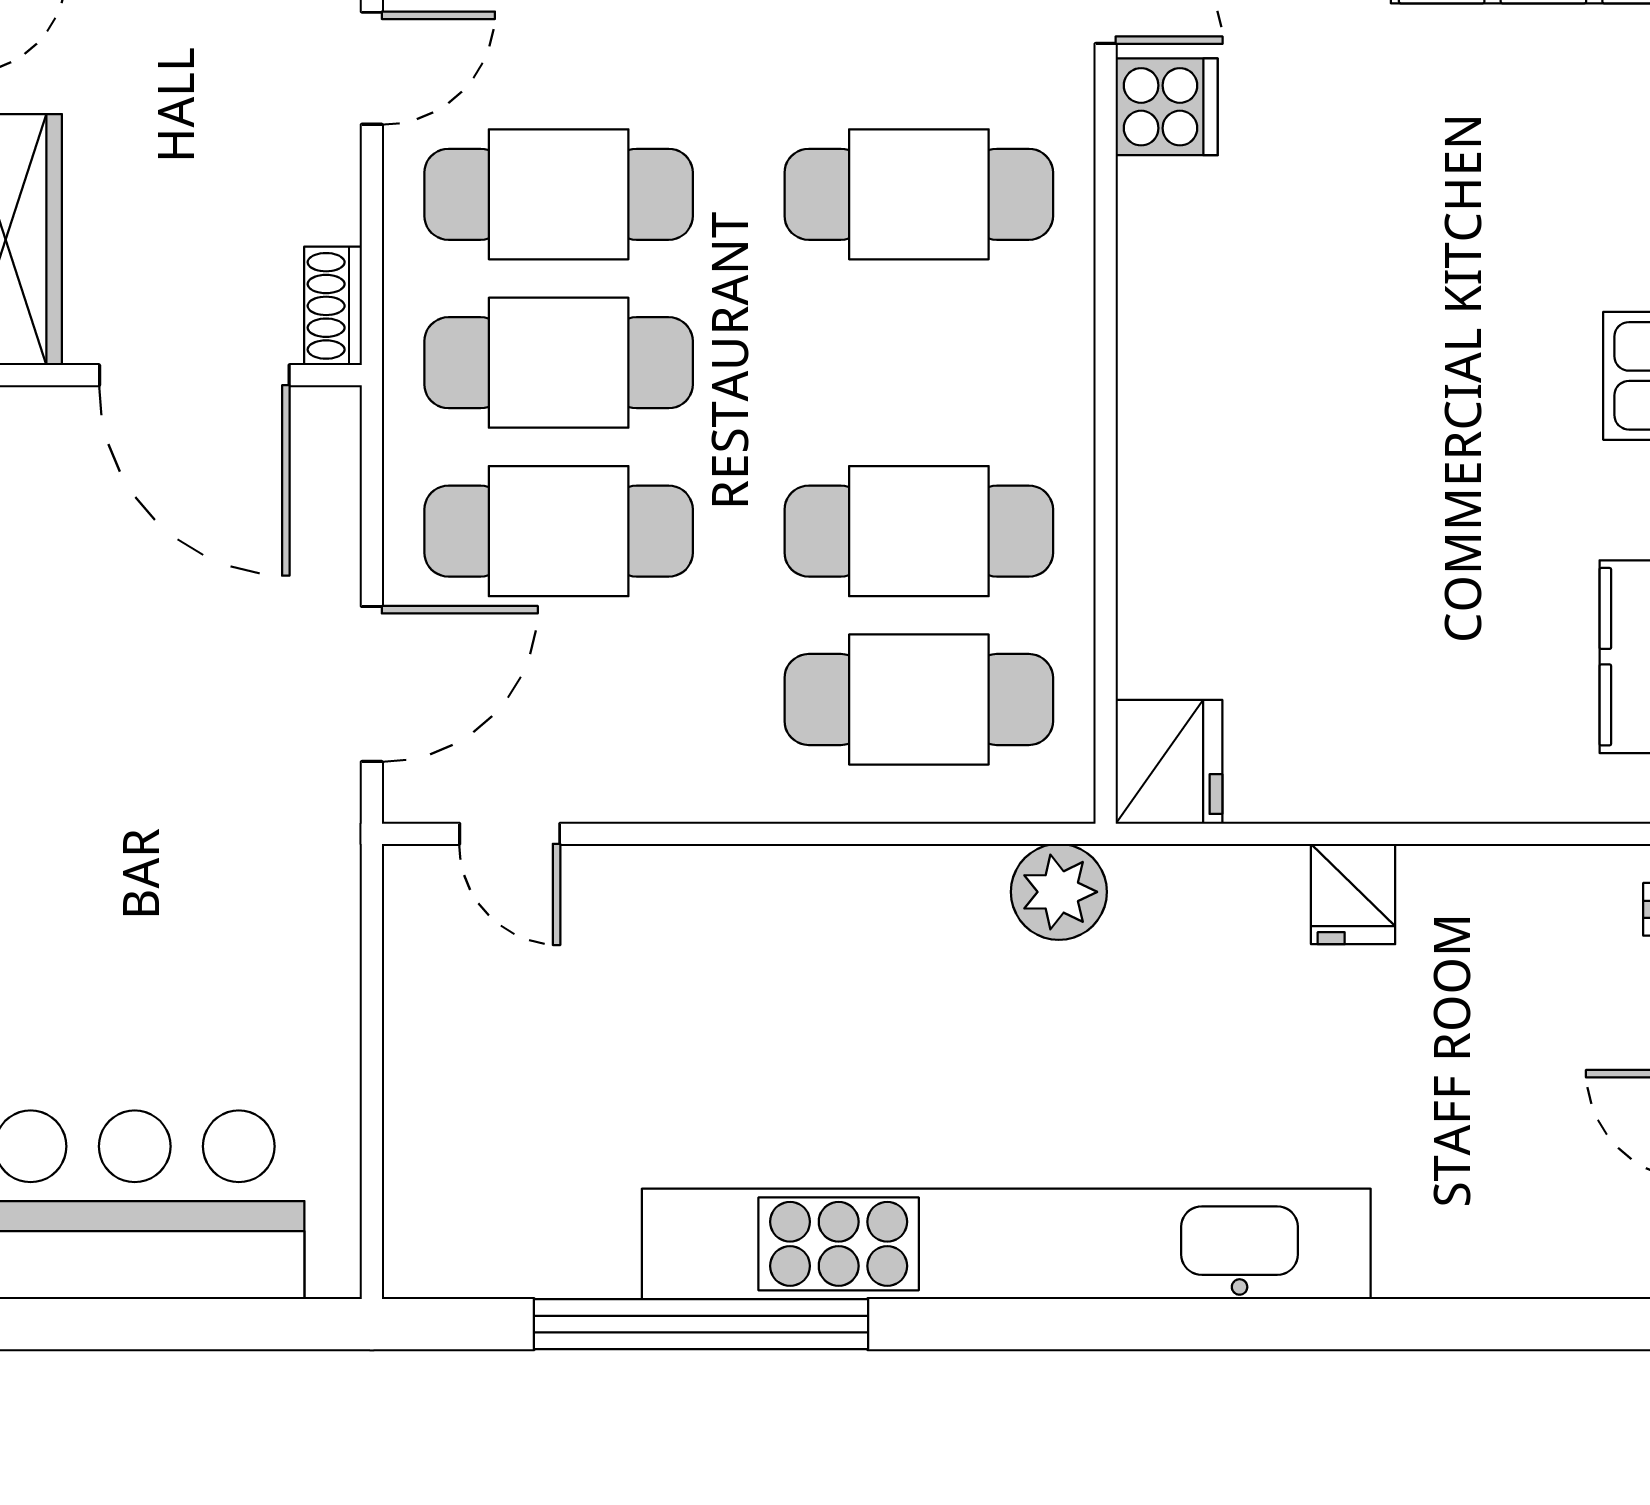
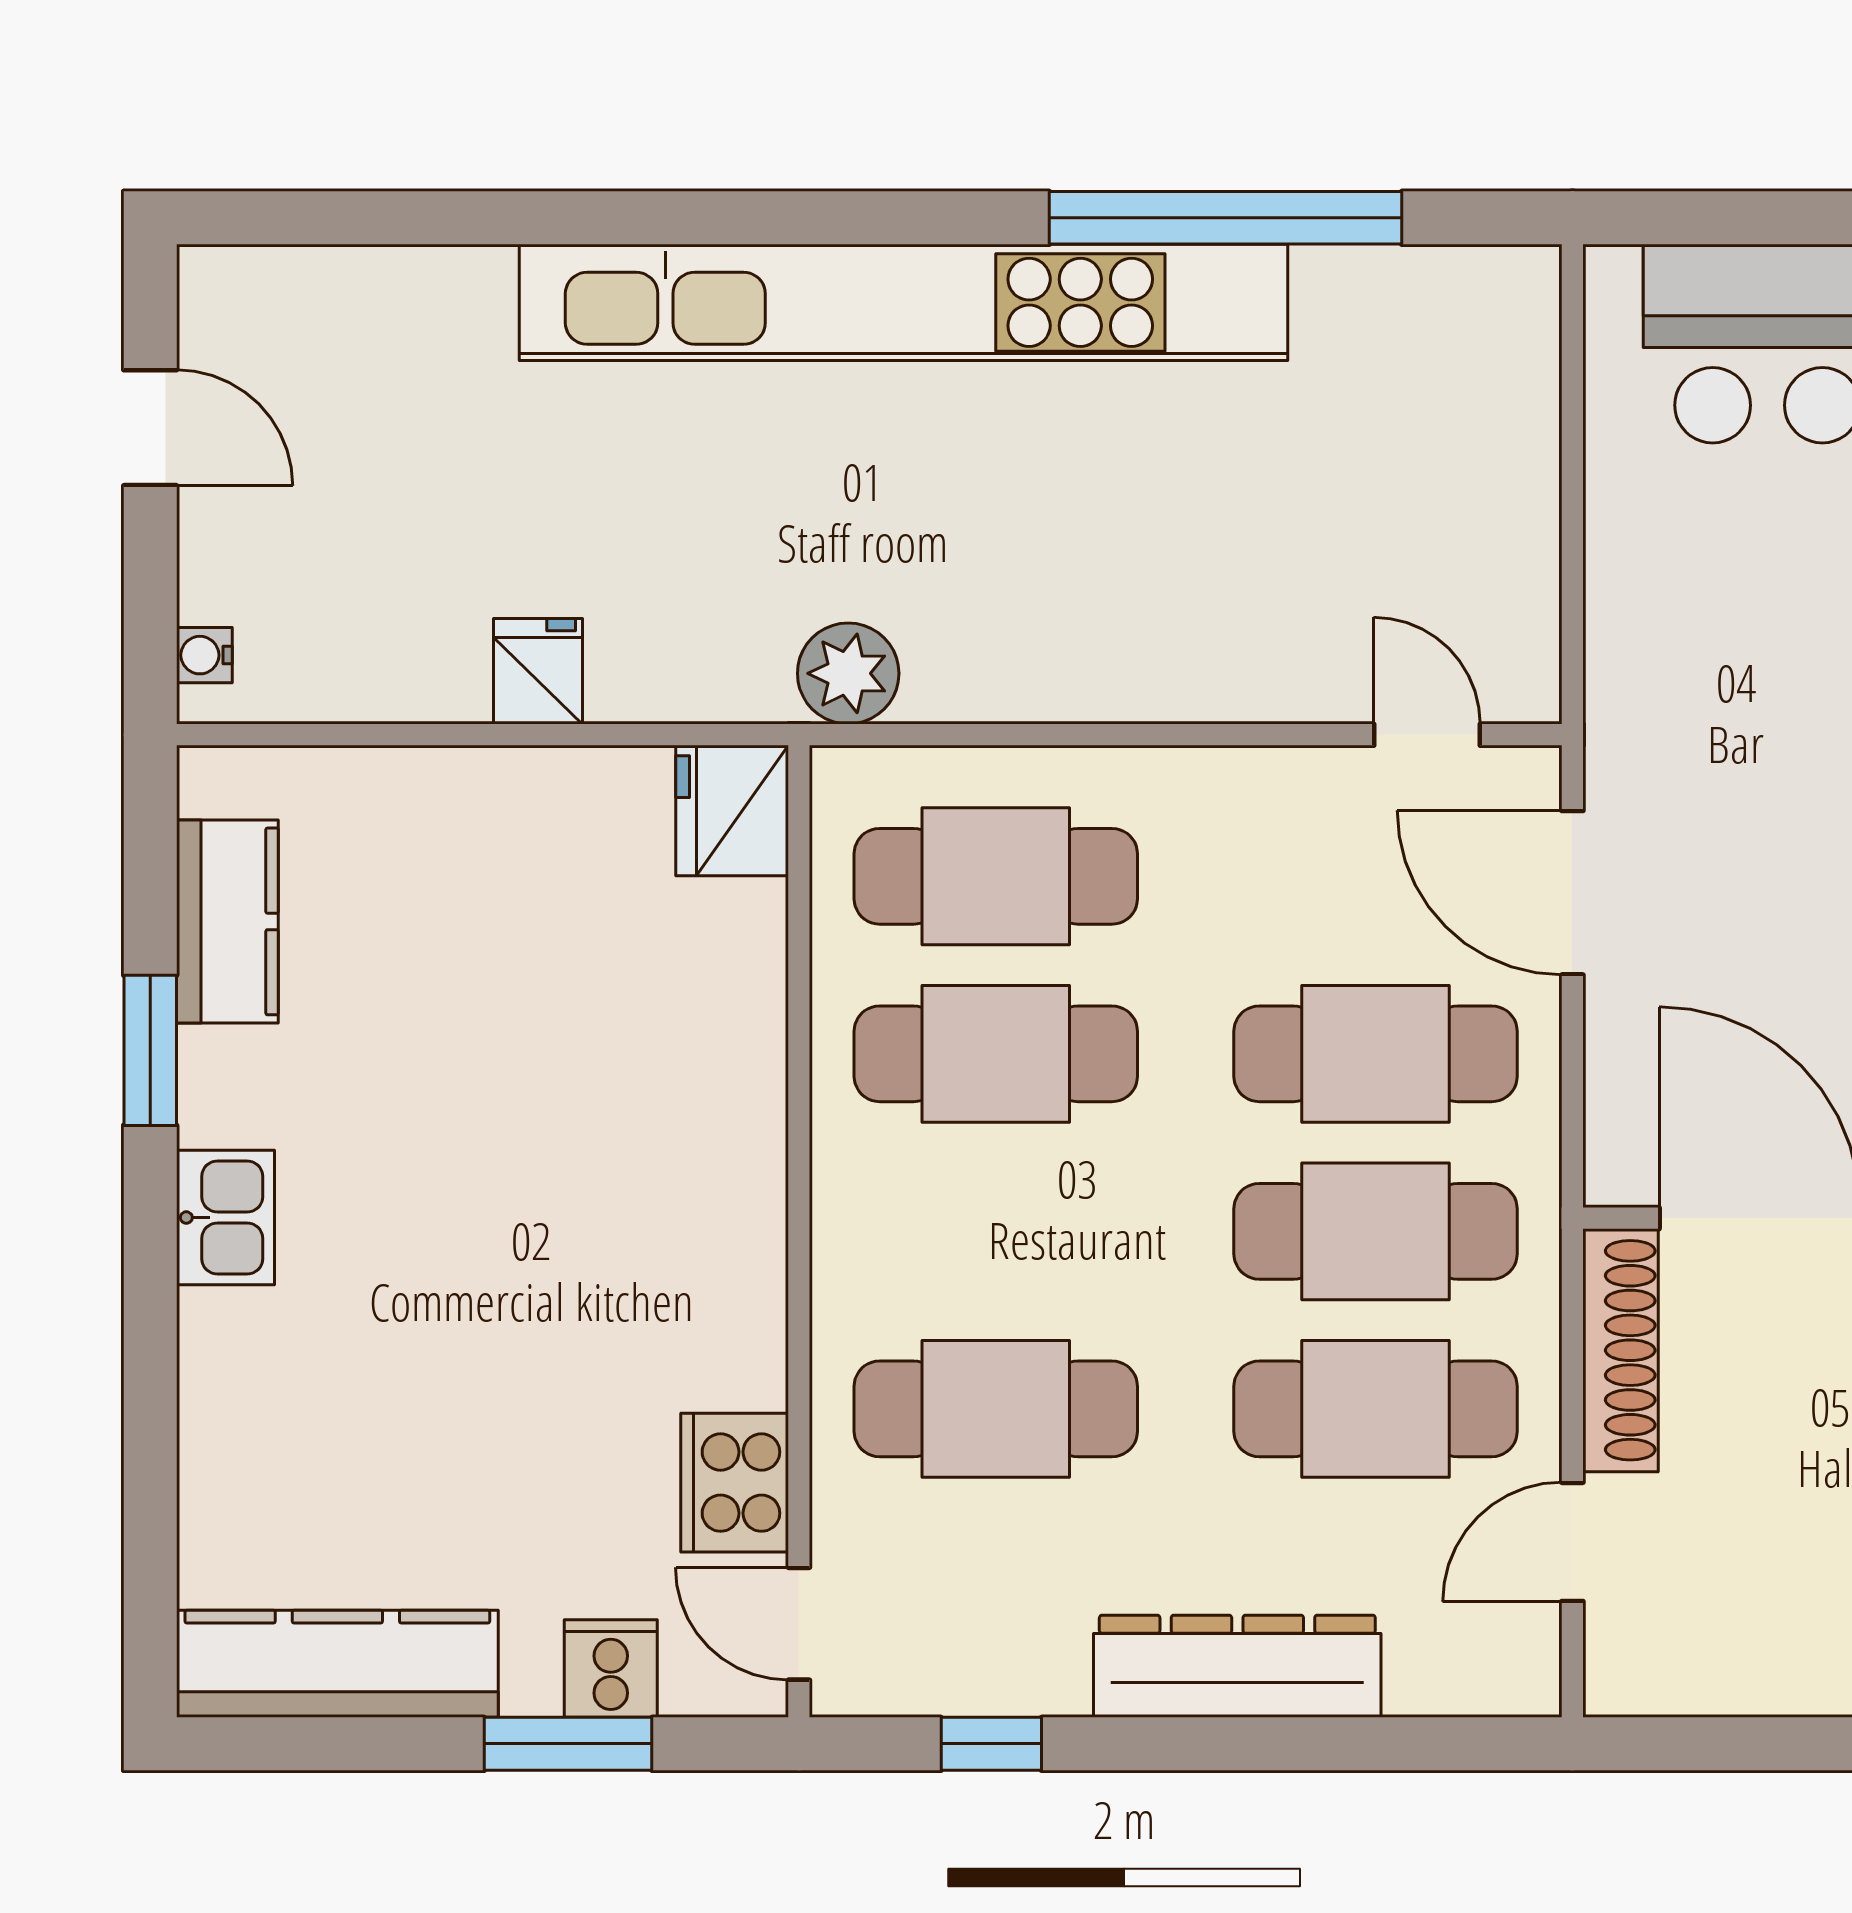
cooker: (1167, 107) -> (735, 1483), width x1.36
shoe rack: (333, 306) -> (1620, 1350), width x1.94, depth x1.24
door: (372, 684) -> (1572, 893), hinge flipped

